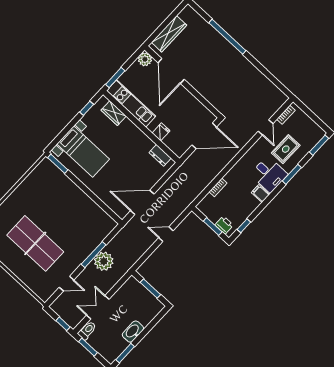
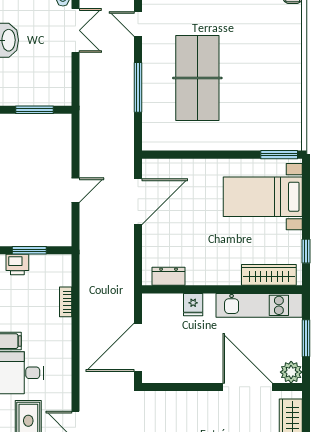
window: (115, 78) -> (306, 338), moved
wardrobe: (114, 113) -> (269, 275), width x1.50
table tennis table: (35, 243) -> (197, 78), moved, turned 90
plant: (104, 261) -> (119, 91), removed
door: (67, 284) -> (138, 24), hinge flipped

